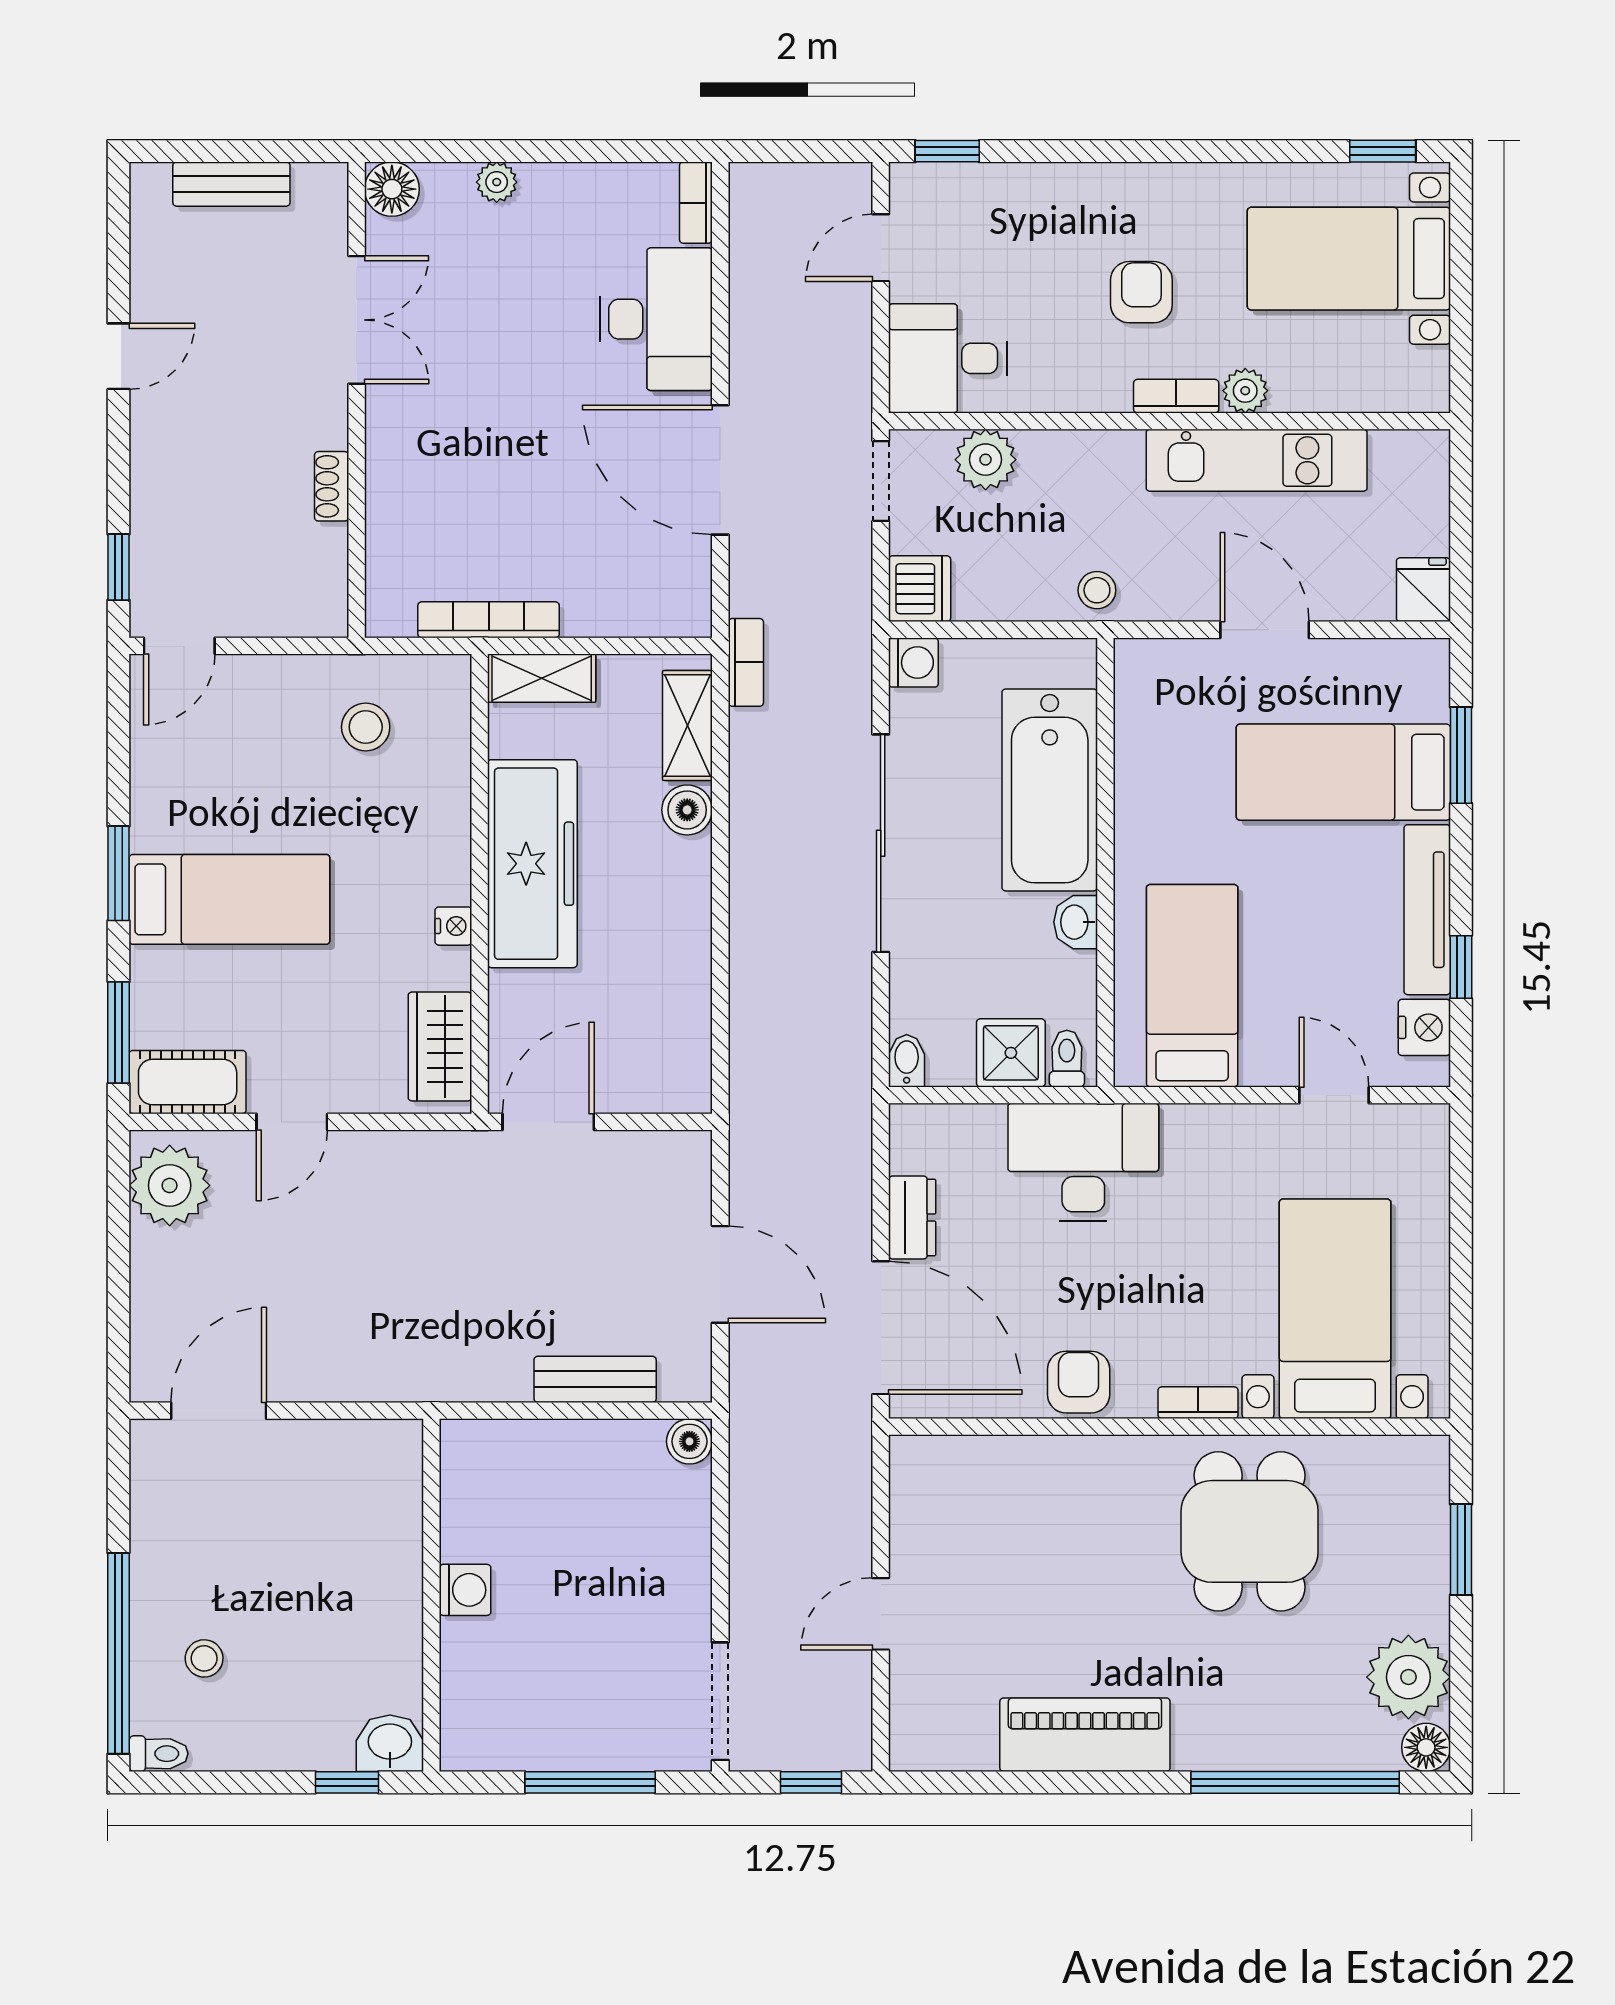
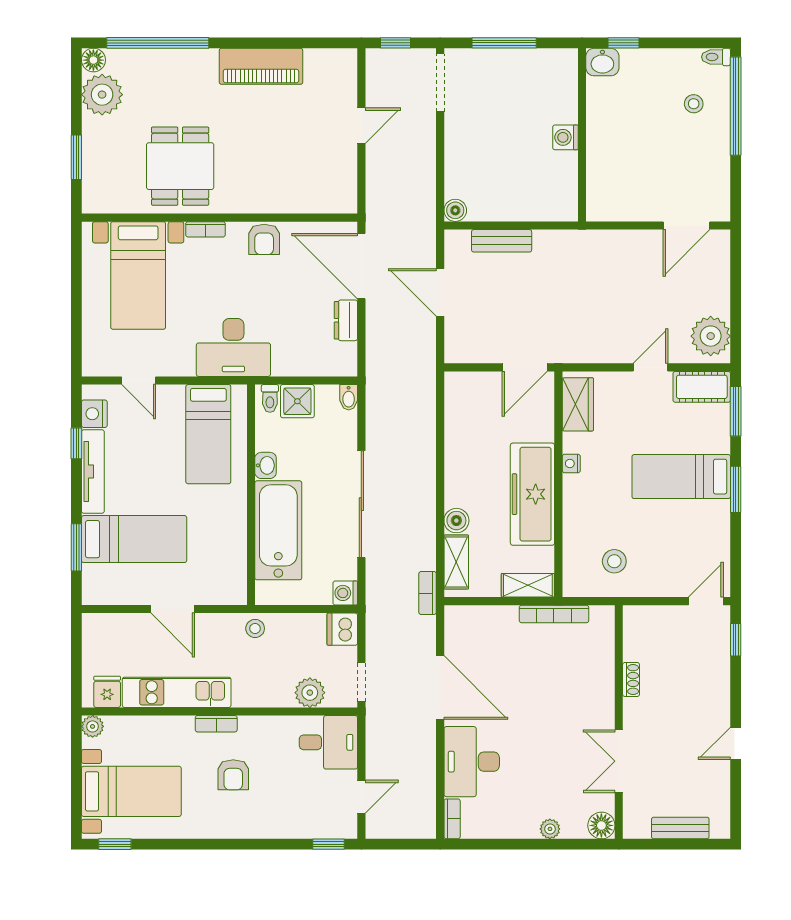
plant: (1245, 391) -> (93, 726), moved
fridge: (1423, 590) -> (107, 692), moved, turned 180
desk: (1083, 1162) -> (233, 347), moved

